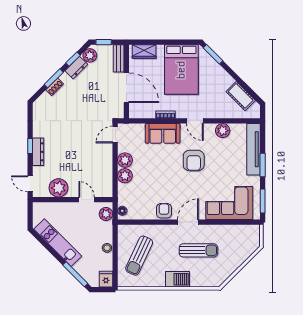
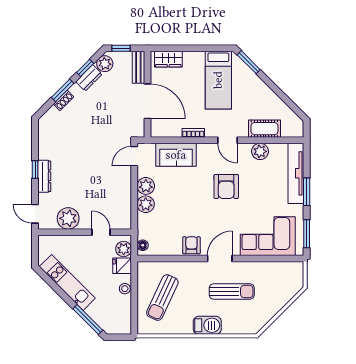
bed: (181, 70) -> (218, 80), width x0.67
cot: (241, 96) -> (265, 129), moved, turned -45
sofa: (163, 133) -> (176, 155), moved
fridge: (106, 279) -> (122, 266), moved, turned -90

